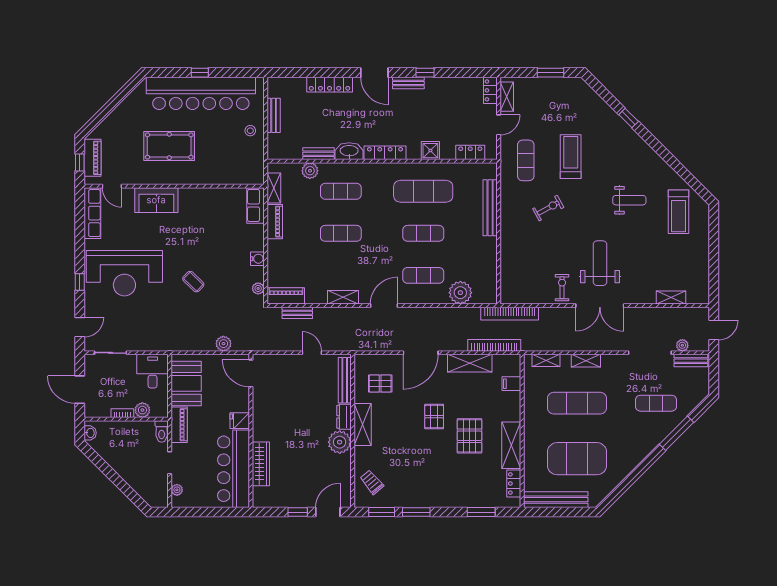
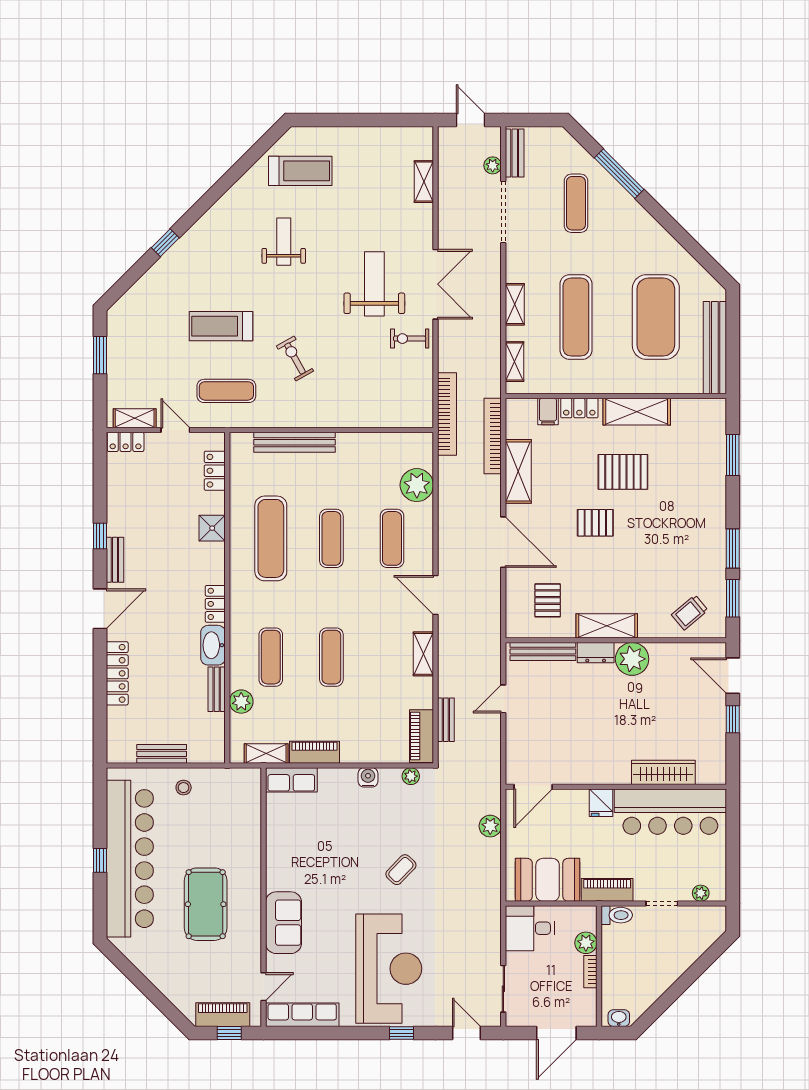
locker: (385, 153) -> (215, 604), width x0.66
weight bench: (600, 263) -> (374, 284), turned 90
locker: (514, 483) -> (579, 408), moved

